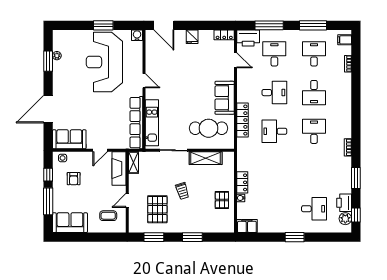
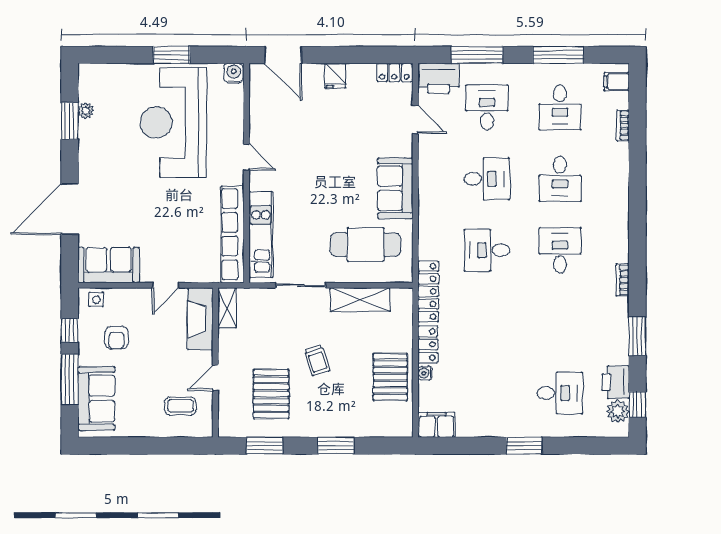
desk: (314, 54) -> (560, 107), turned 180
locker: (243, 120) -> (428, 291), moved
pallet: (222, 200) -> (390, 377), width x1.50, depth x1.42
sofa: (70, 223) -> (96, 398), moved, turned 90

